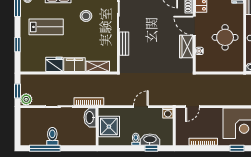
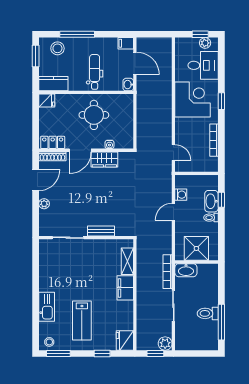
stool: (86, 16) -> (69, 275), removed
lab bench: (46, 27) -> (82, 321), turned 180
fridge: (54, 64) -> (125, 340), moved
door: (141, 107) -> (173, 212), hinge flipped
washing machine: (168, 113) -> (181, 195), moved

